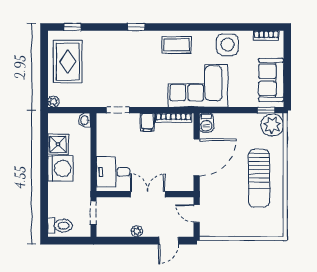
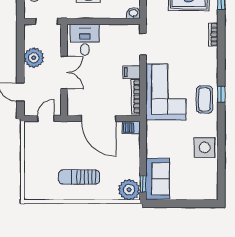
window: (136, 27) -> (221, 94), moved
bookcase: (266, 36) -> (213, 34), moved
sofa: (271, 80) -> (157, 179), moved, turned 90
corner sofa: (198, 86) -> (166, 92), moved
sun lounger: (259, 178) -> (79, 177), width x0.73, depth x0.75
plant: (137, 231) -> (34, 58), width x1.88, depth x1.88

